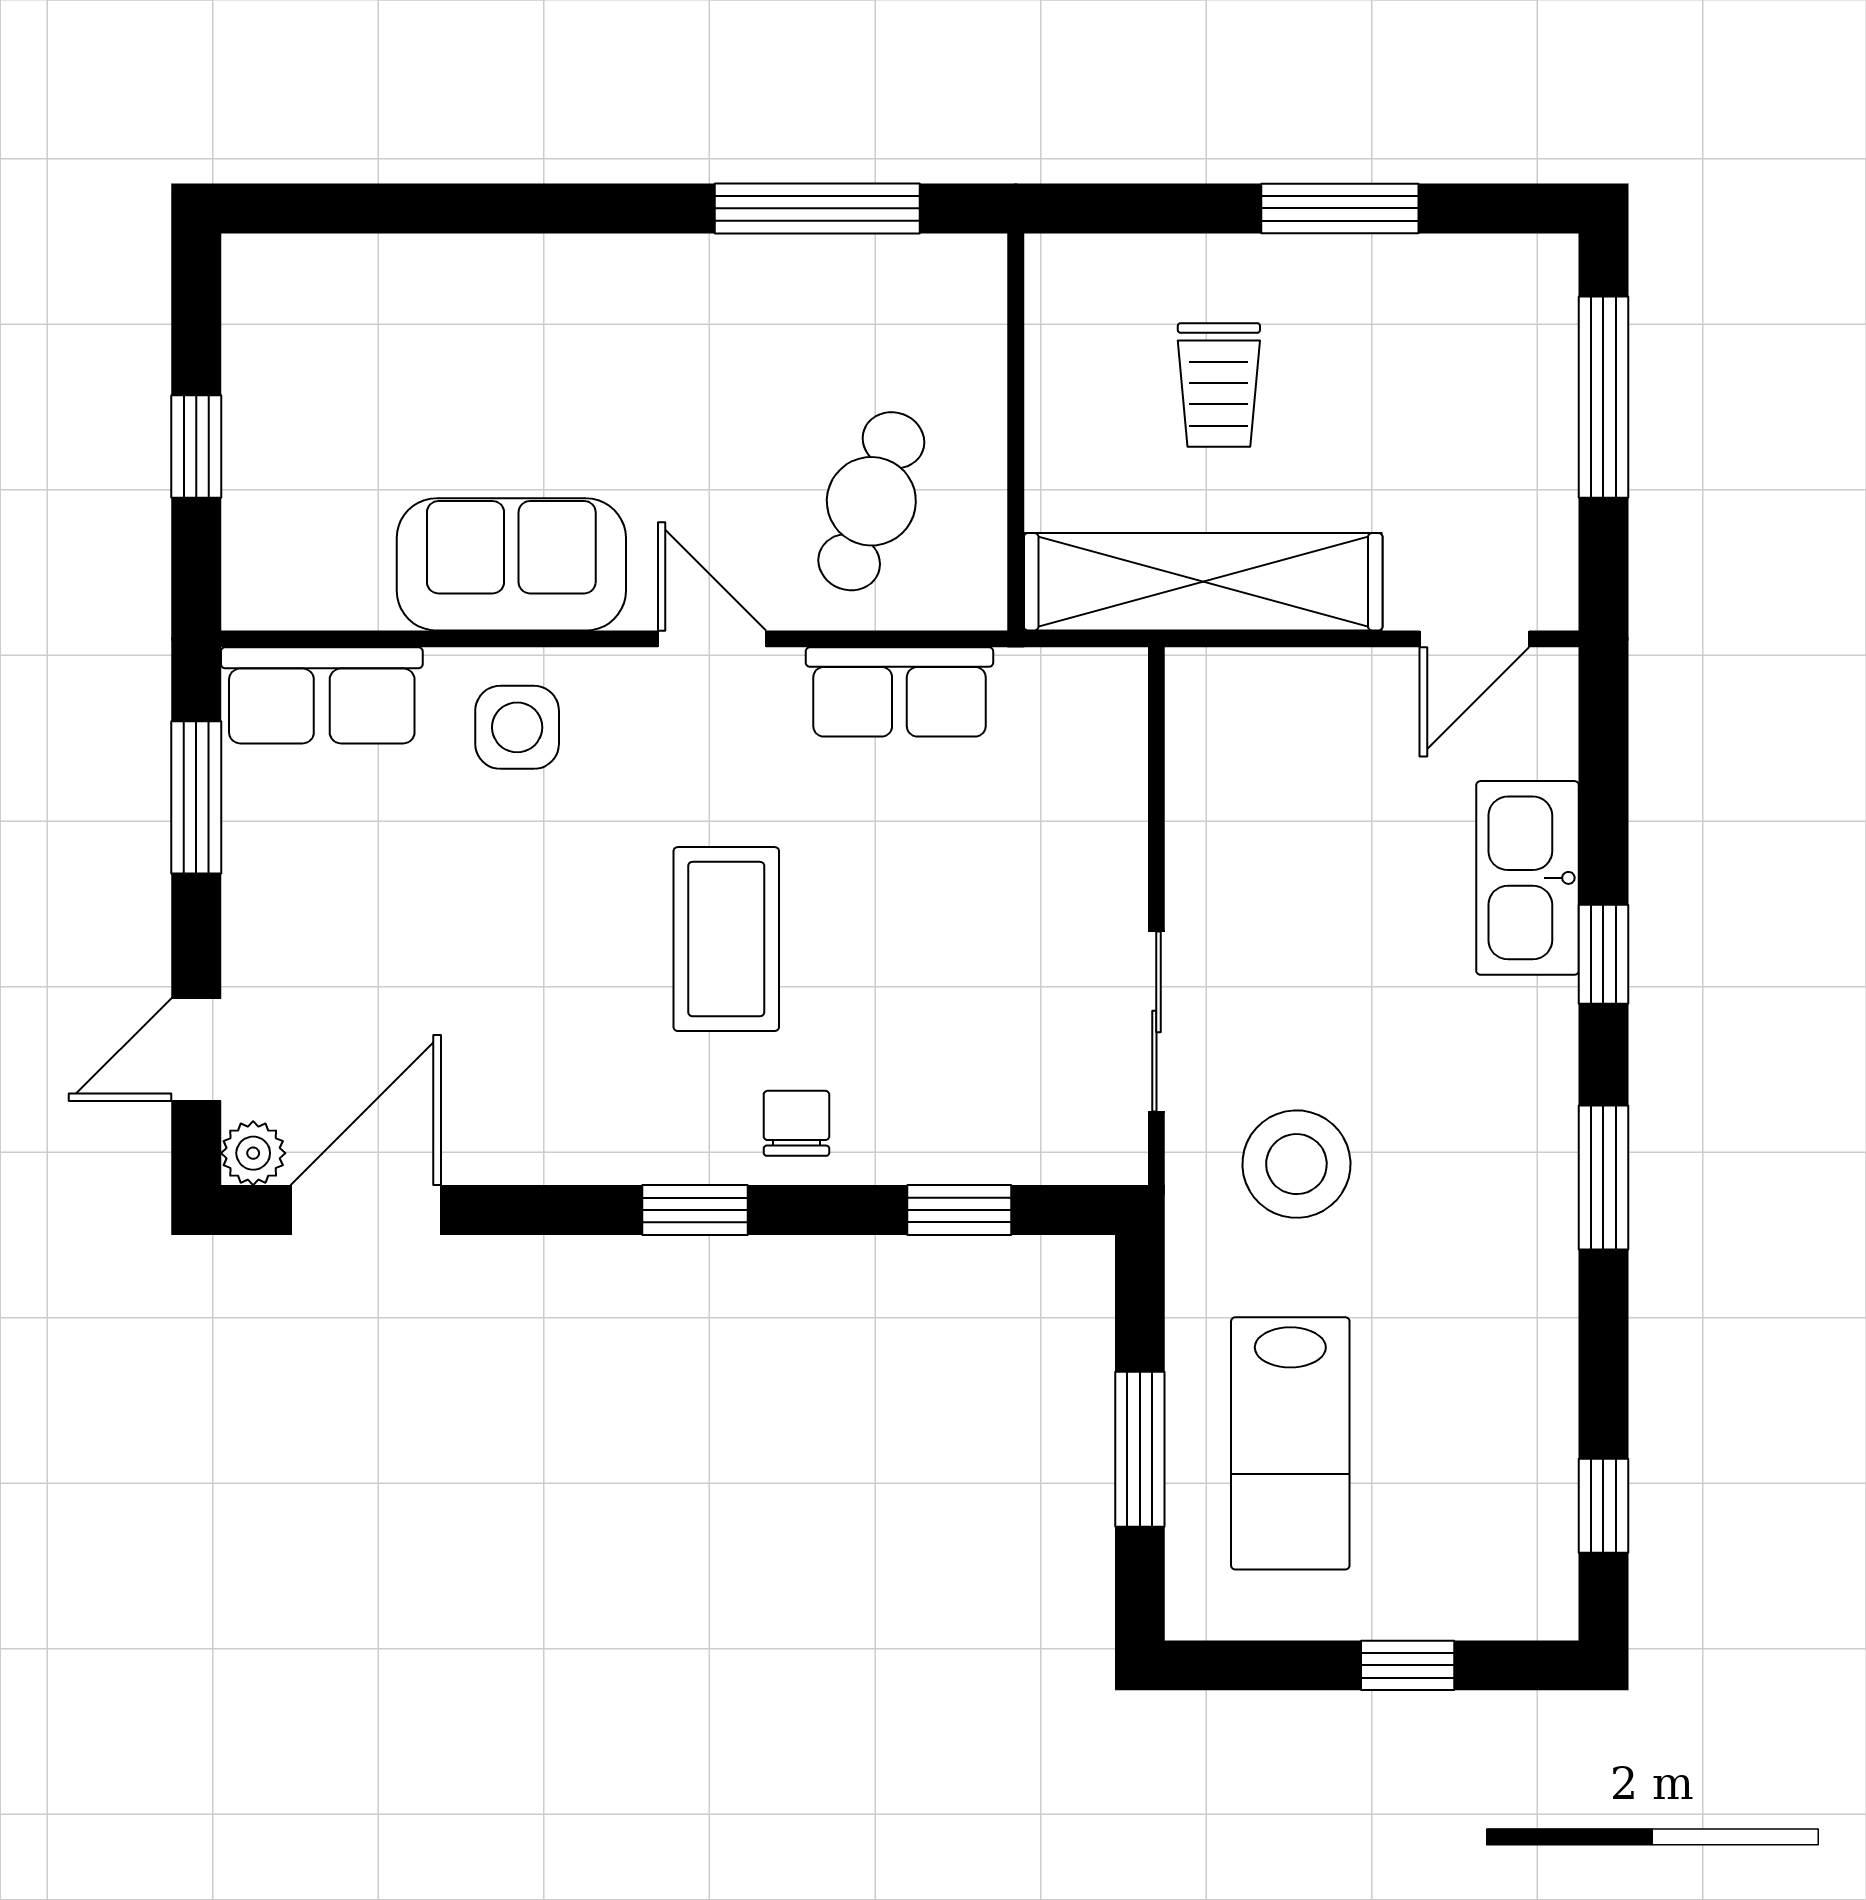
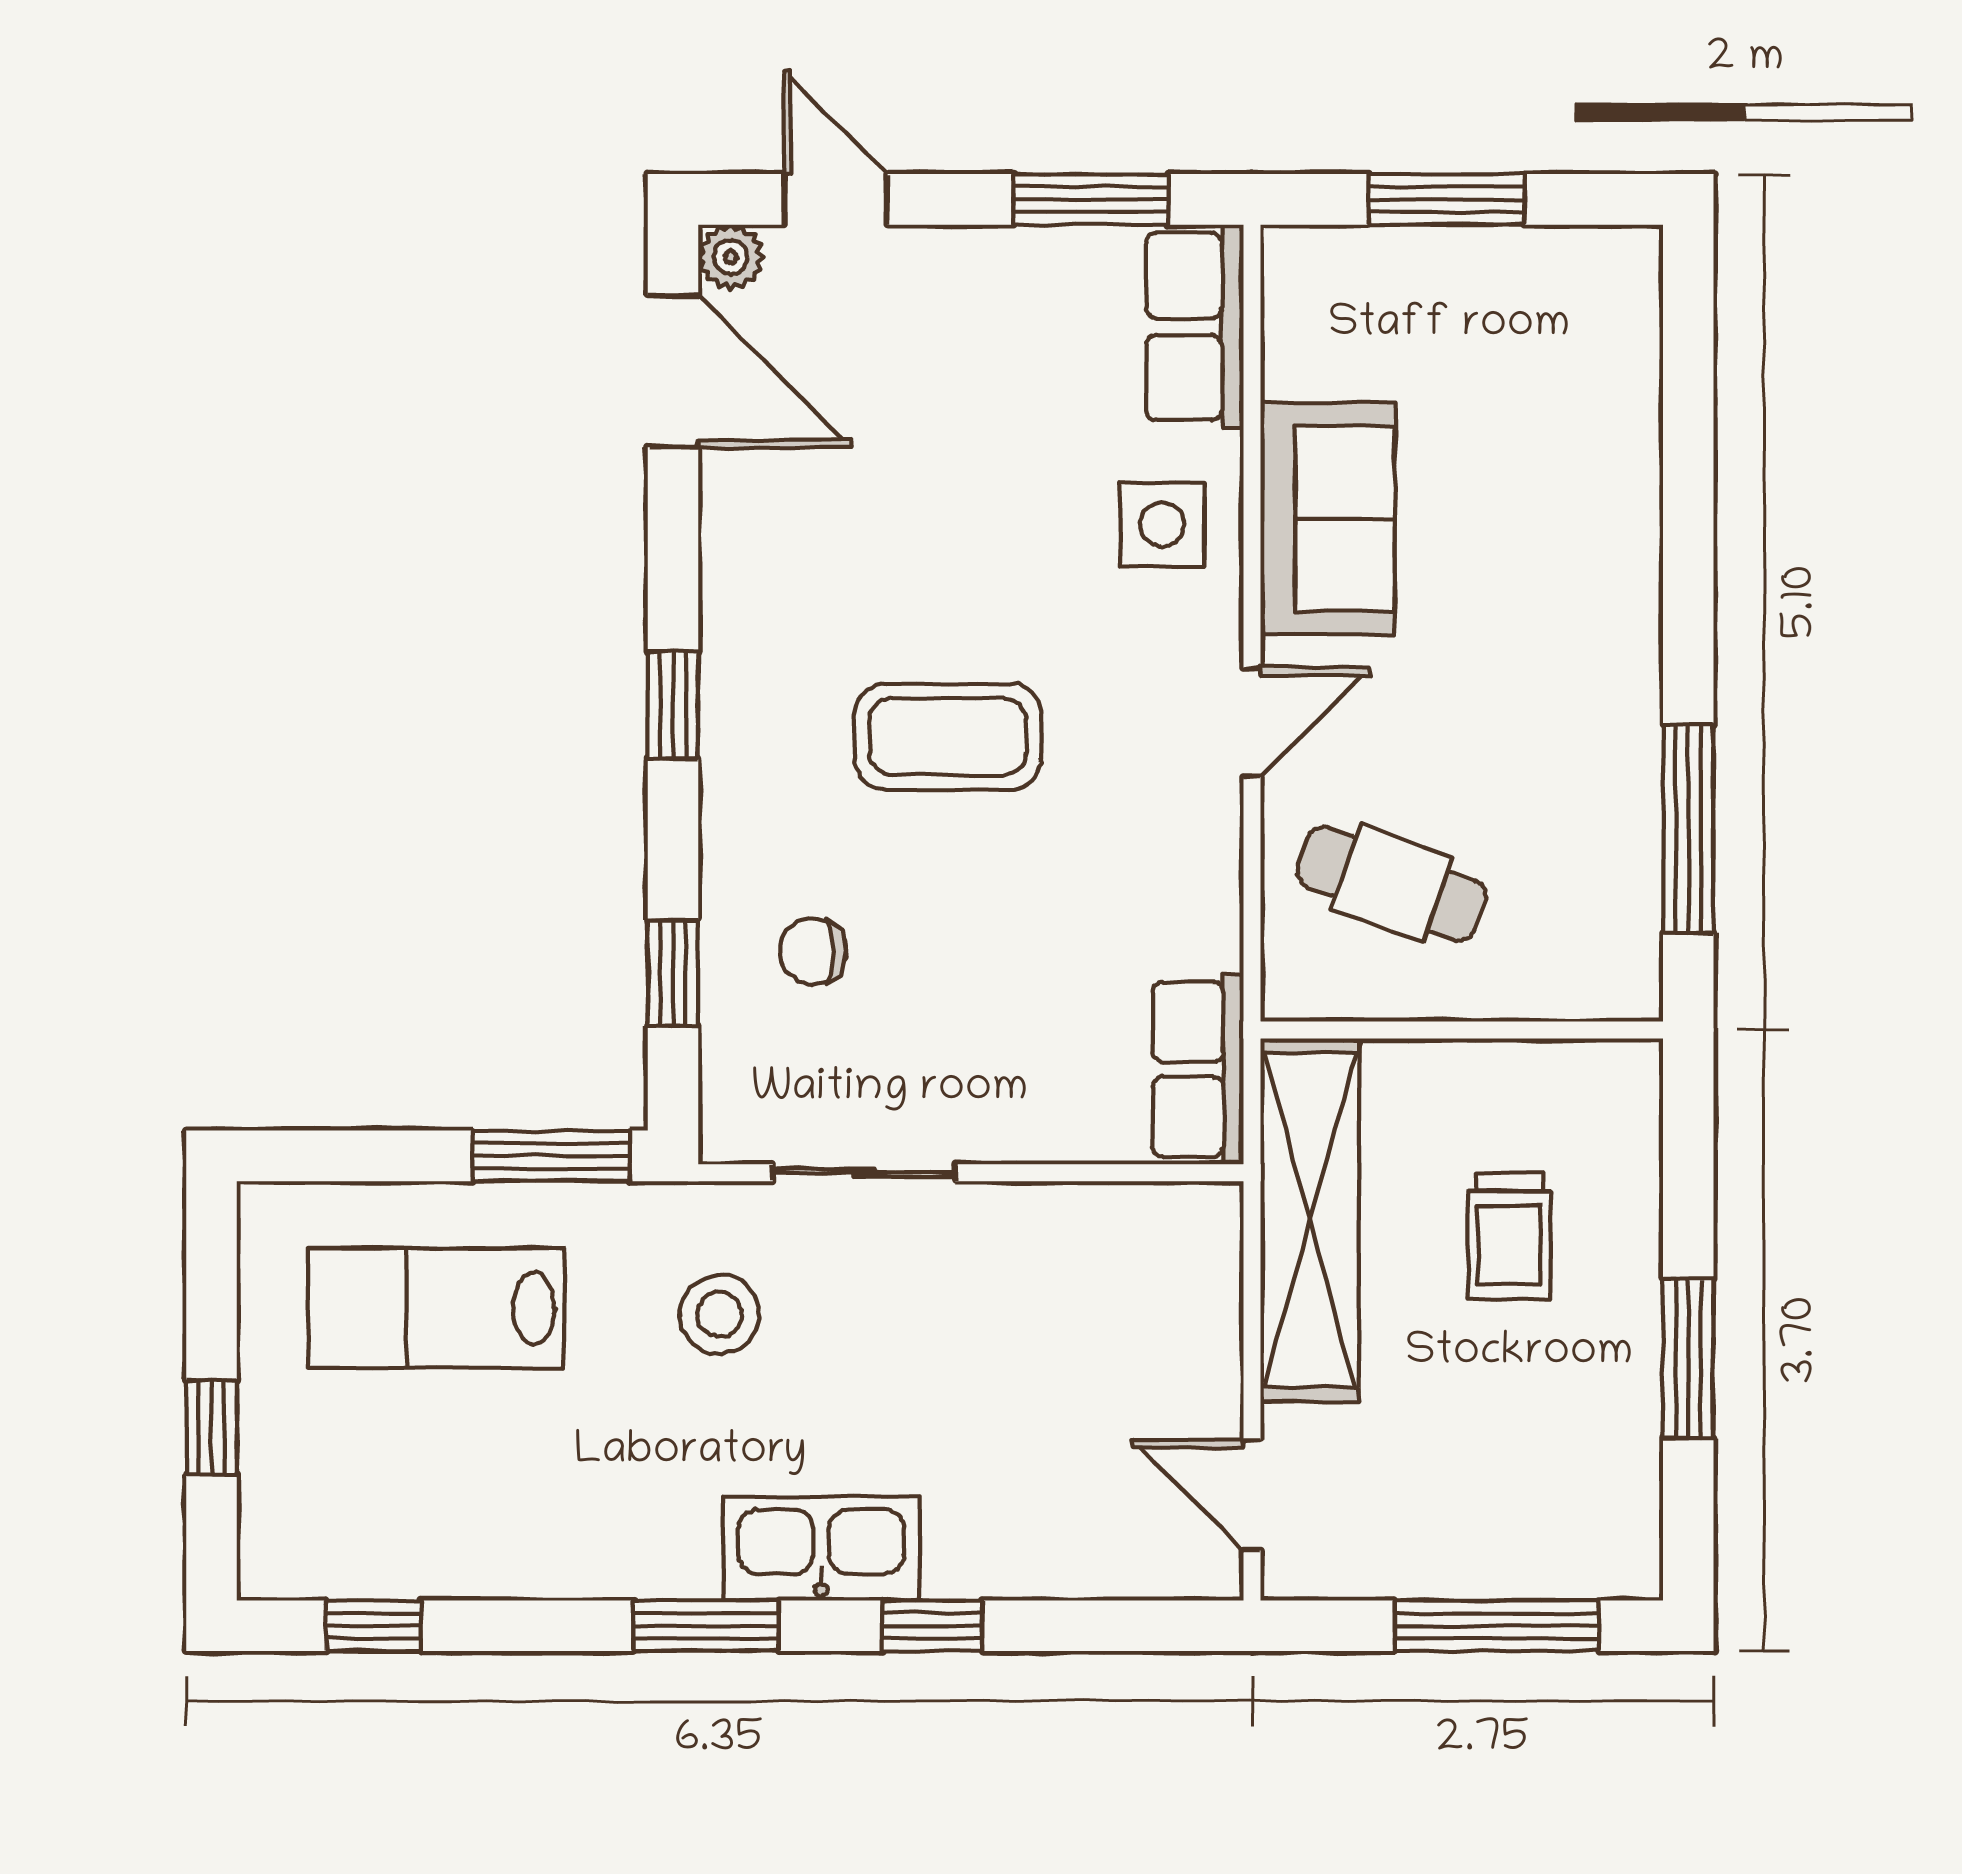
trolley: (1219, 385) -> (1509, 1236), turned -90
window: (196, 447) -> (1447, 199), width x1.50
row of seats: (899, 692) -> (1198, 1069), moved
kitchen sink: (1528, 878) -> (821, 1549), moved
chair: (796, 1123) -> (813, 951), moved, turned 180
stool: (1296, 1164) -> (720, 1315), width x0.73, depth x0.73
window: (1140, 1449) -> (551, 1156), moved

